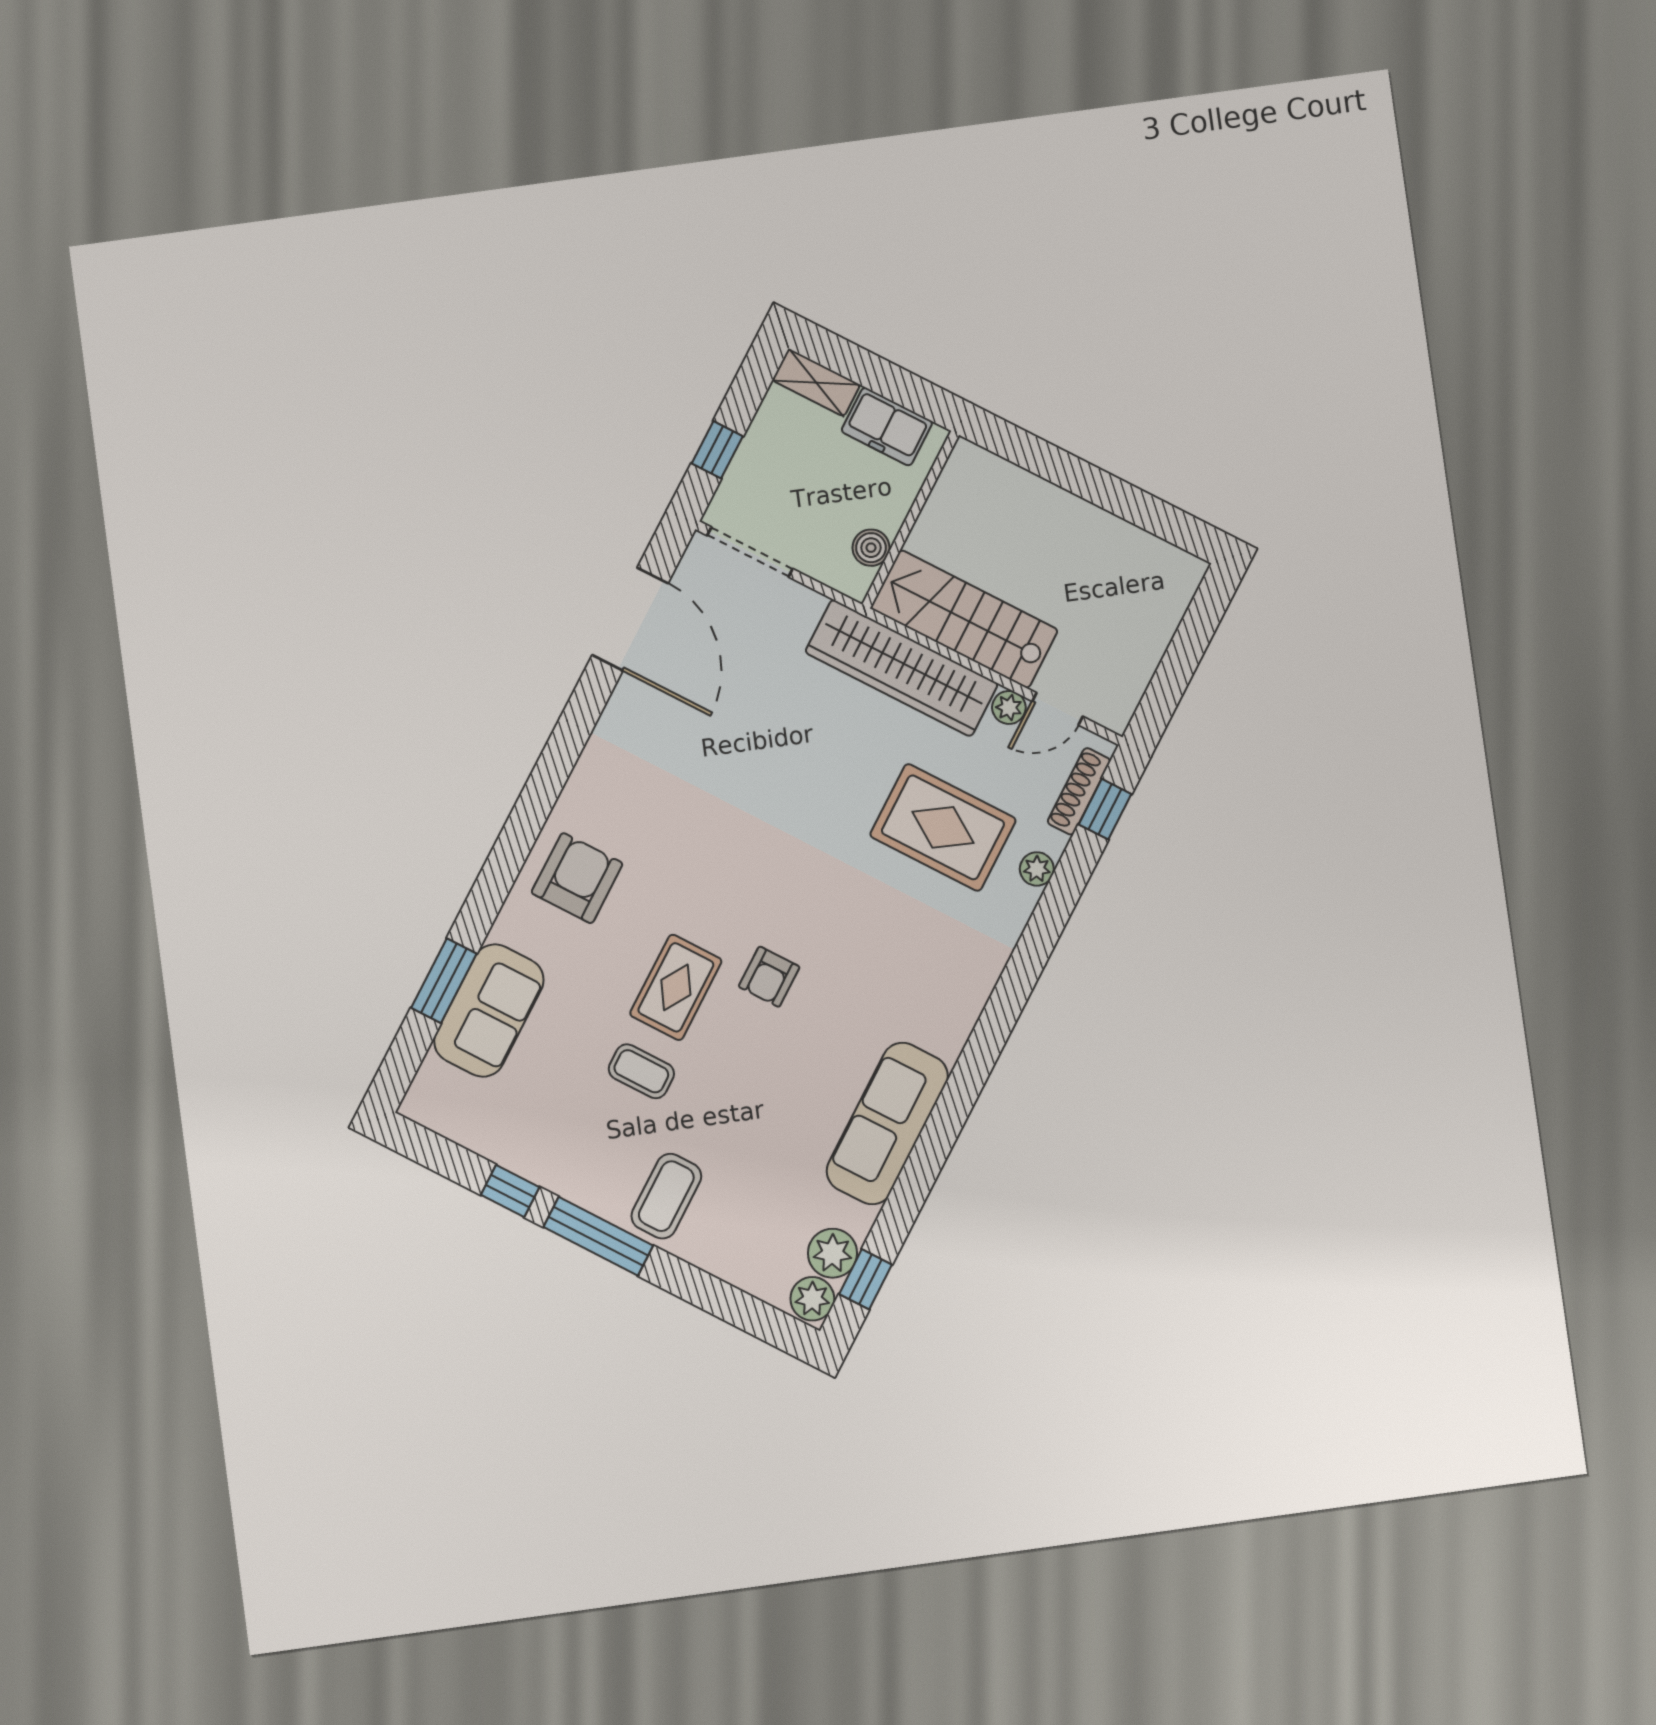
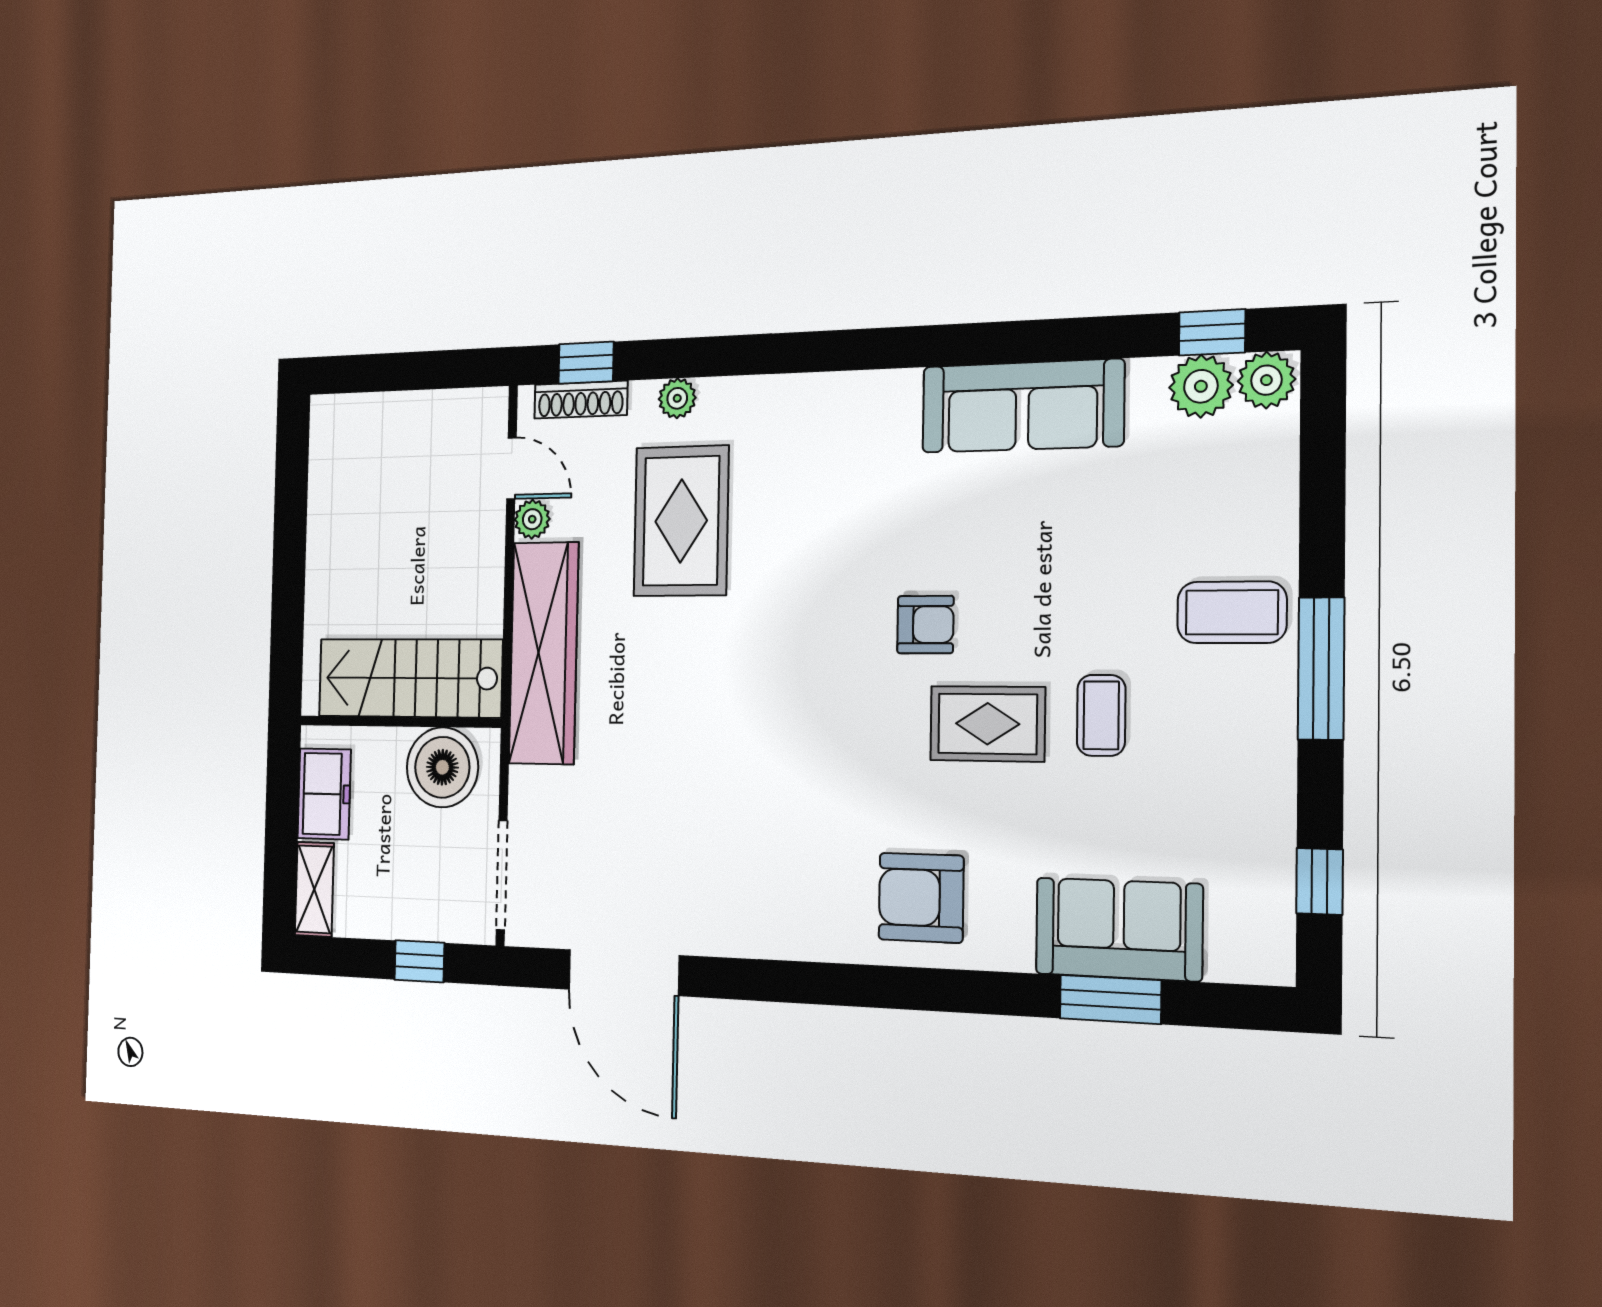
boiler: (871, 548) -> (442, 767), width x1.86, depth x1.86
door: (630, 619) -> (624, 973), swing flipped
stairs: (964, 619) -> (410, 678), moved, turned 90
window: (510, 1191) -> (1320, 881), moved

